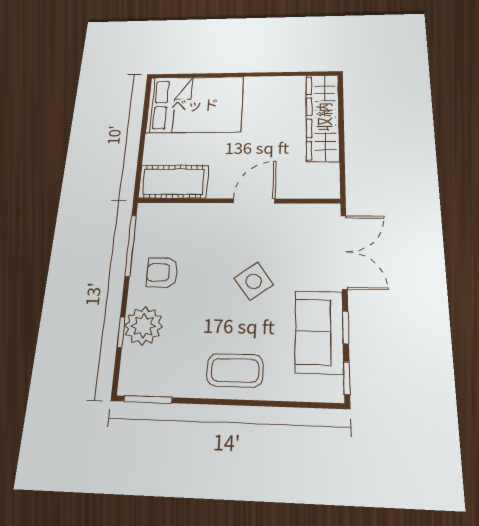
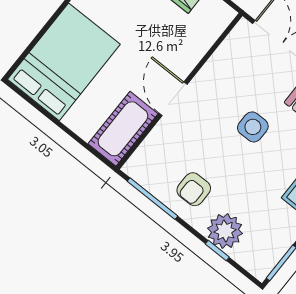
door: (254, 201) -> (173, 99), moved
side table: (254, 281) -> (253, 127), turned 36

